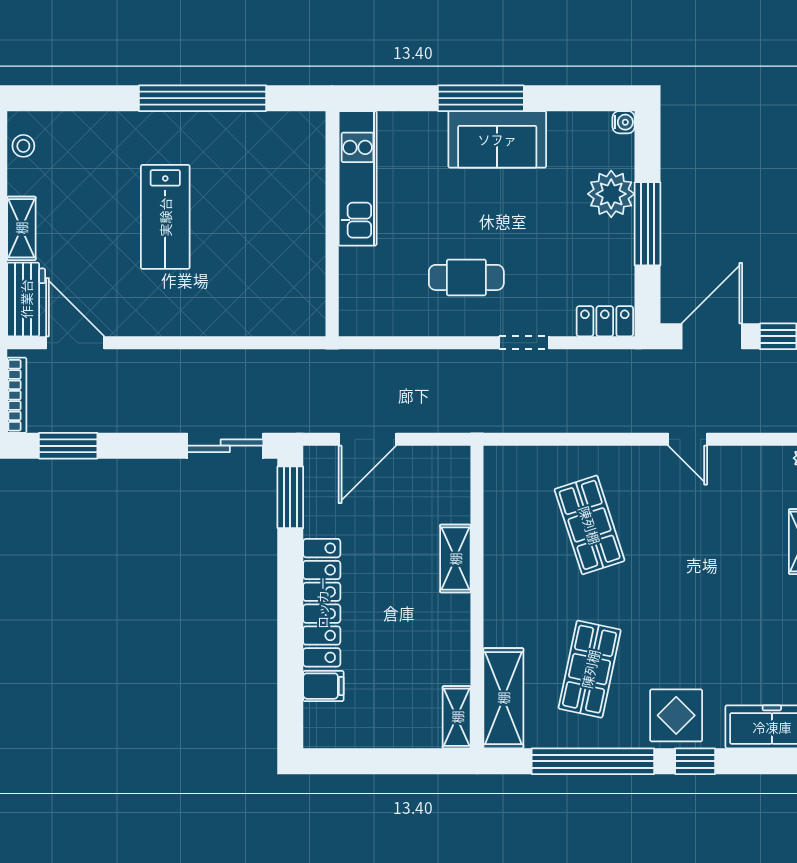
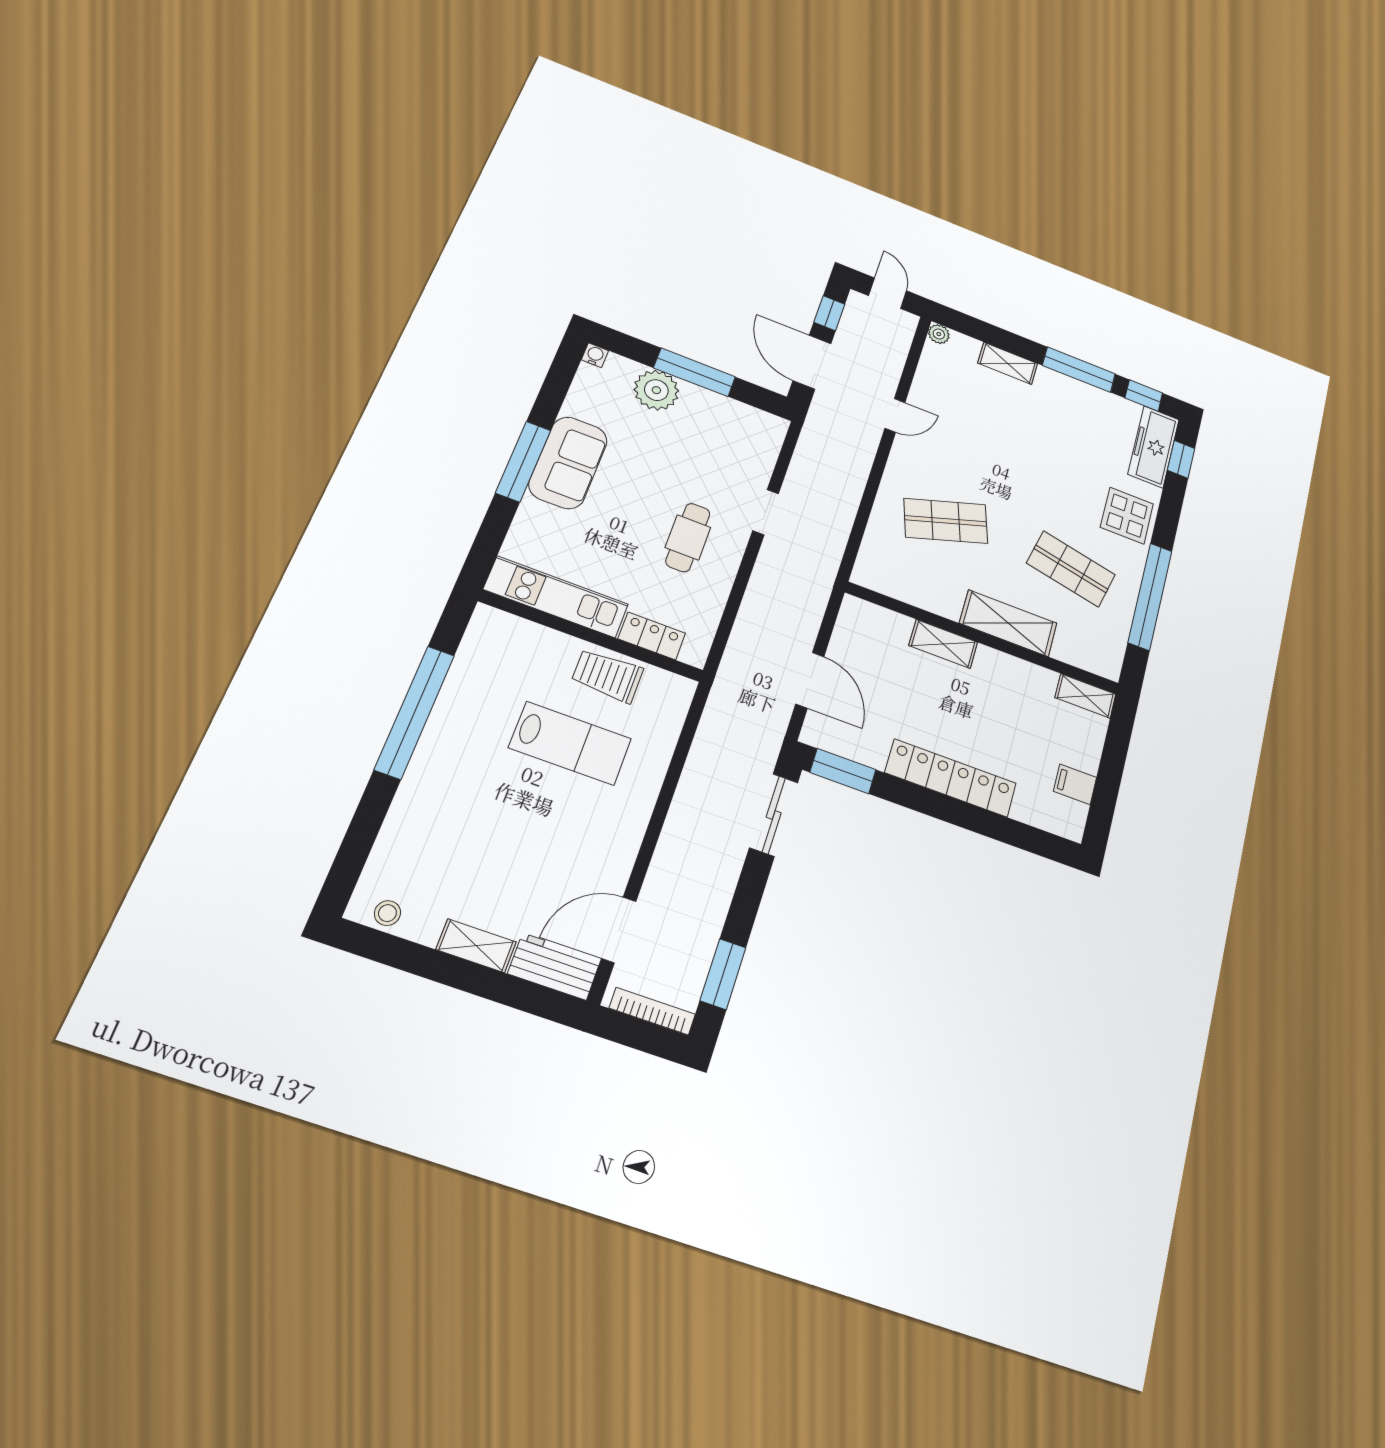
lab bench: (165, 217) -> (570, 743), moved
trolley: (300, 252) -> (607, 676), added
locker: (605, 321) -> (652, 636), moved, turned 90
filing cabinet: (323, 686) -> (1075, 784), moved, turned -90
shelving: (503, 698) -> (1008, 623), moved
window: (695, 761) -> (1181, 459), moved

